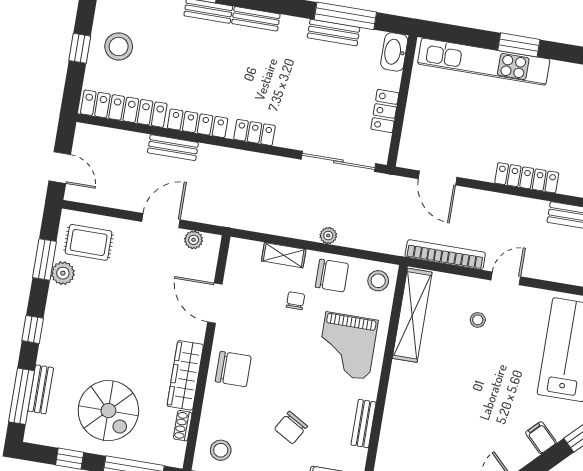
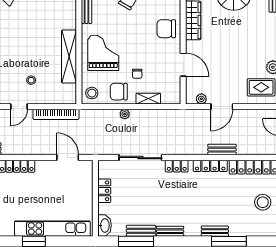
bench: (256, 19) -> (170, 231), moved
sliding door: (338, 161) -> (140, 158), moved
shelving: (412, 315) -> (69, 56), moved

